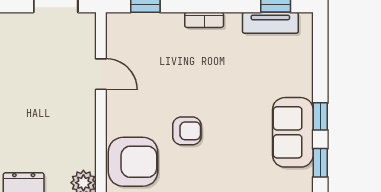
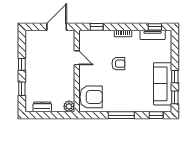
armchair: (187, 131) -> (118, 64), moved
sofa: (293, 132) -> (163, 84), width x1.36

